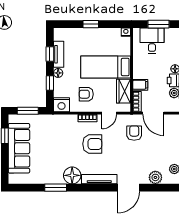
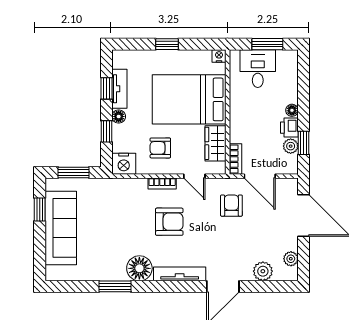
bed: (106, 67) -> (189, 99), width x1.50
filing cabinet: (140, 85) -> (240, 134), removed
door: (109, 113) -> (194, 176), hinge flipped

